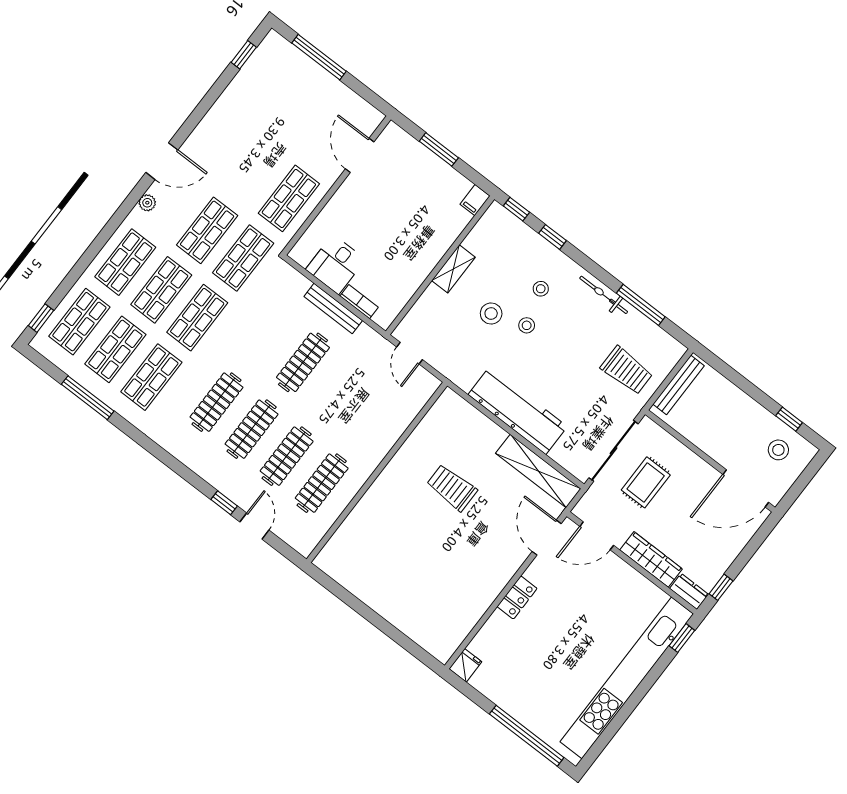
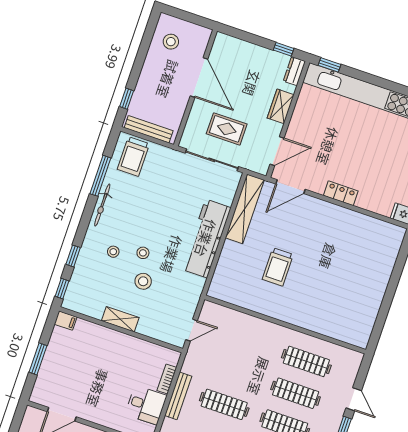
trolley: (627, 370) -> (133, 156), moved, turned 180
window: (789, 419) -> (127, 99), moved
door: (746, 488) -> (199, 77), moved
door: (254, 526) -> (354, 399), swing flipped
door: (597, 536) -> (277, 151), hinge flipped
wardrobe: (651, 559) -> (281, 106), width x0.67

